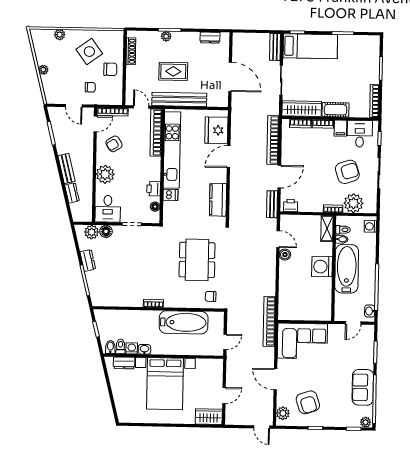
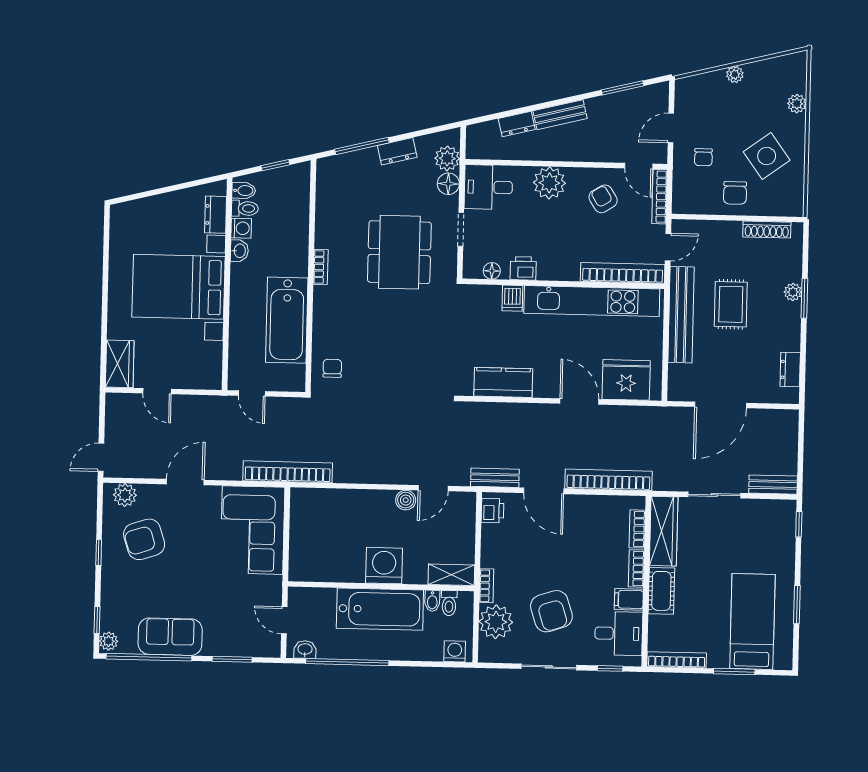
bed: (310, 46) -> (752, 622), moved, turned 180
dining table: (197, 260) -> (399, 252), moved, turned 90

